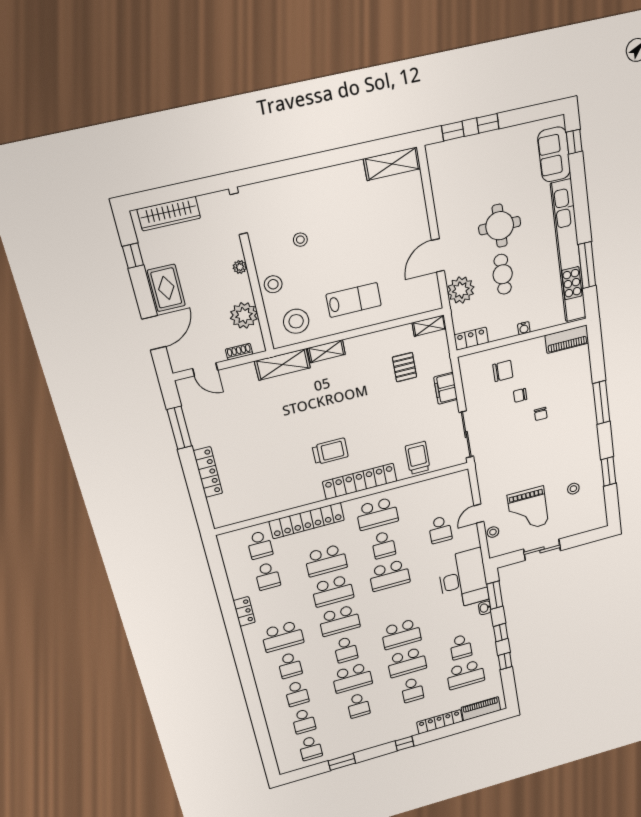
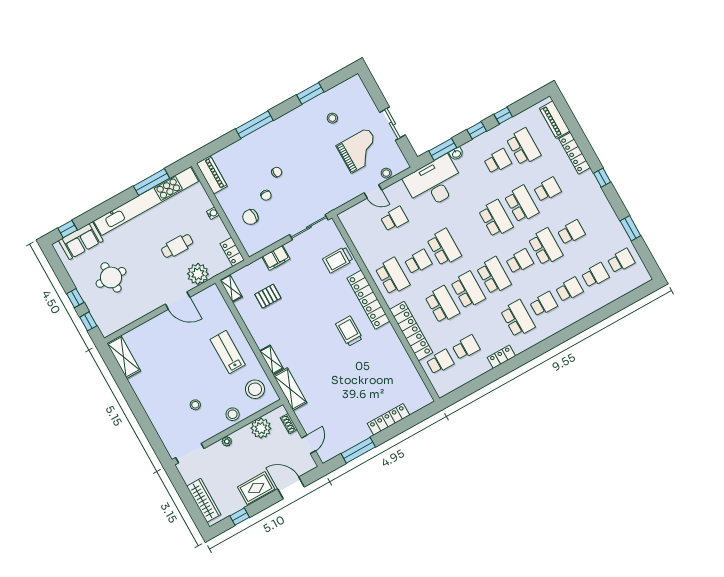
round table: (500, 226) -> (111, 277), moved
chair: (503, 371) -> (250, 217), turned -90

